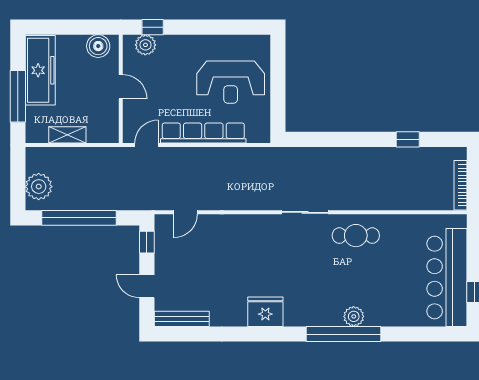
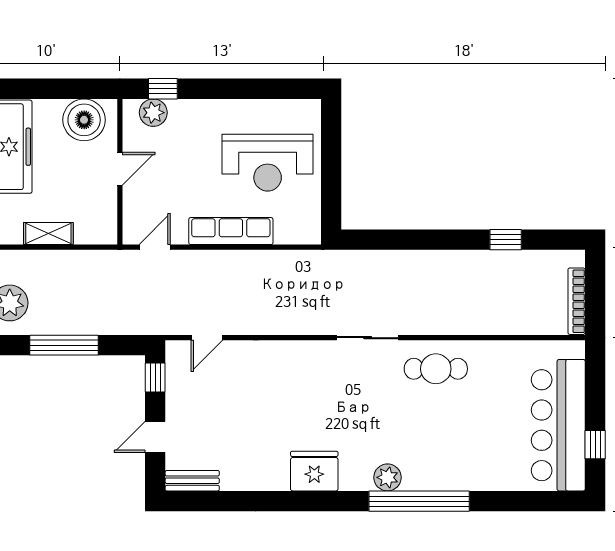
boiler: (98, 46) -> (84, 120), width x1.37, depth x1.37
door: (121, 87) -> (120, 169), hinge flipped
row of seats: (203, 133) -> (231, 231), width x0.73
window: (79, 218) -> (64, 345), width x0.68
door: (147, 286) -> (155, 437), hinge flipped
plant: (354, 316) -> (387, 477), moved
bench: (182, 319) -> (192, 481), width x0.73

